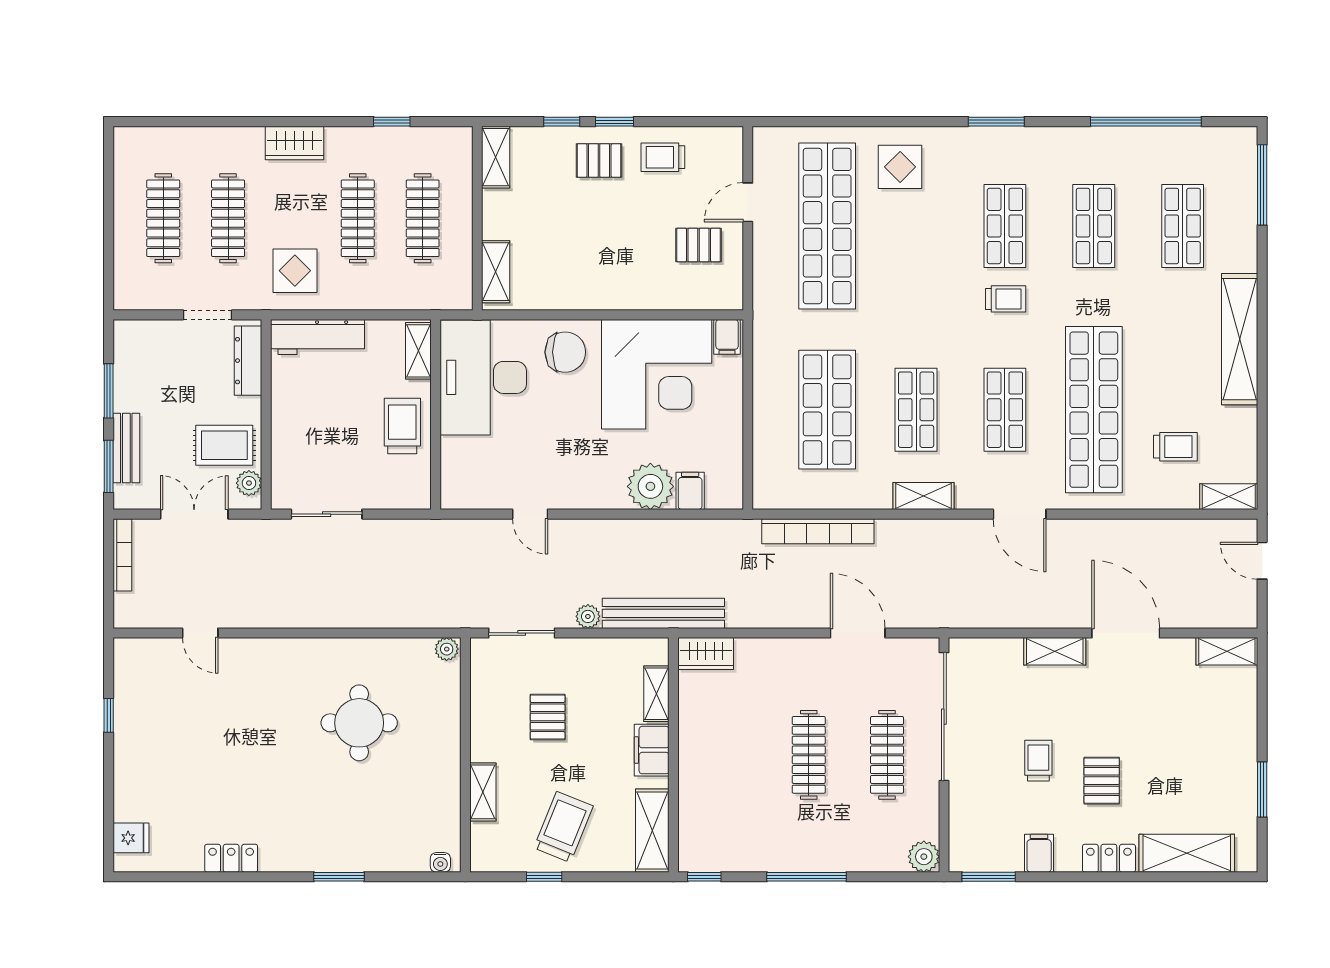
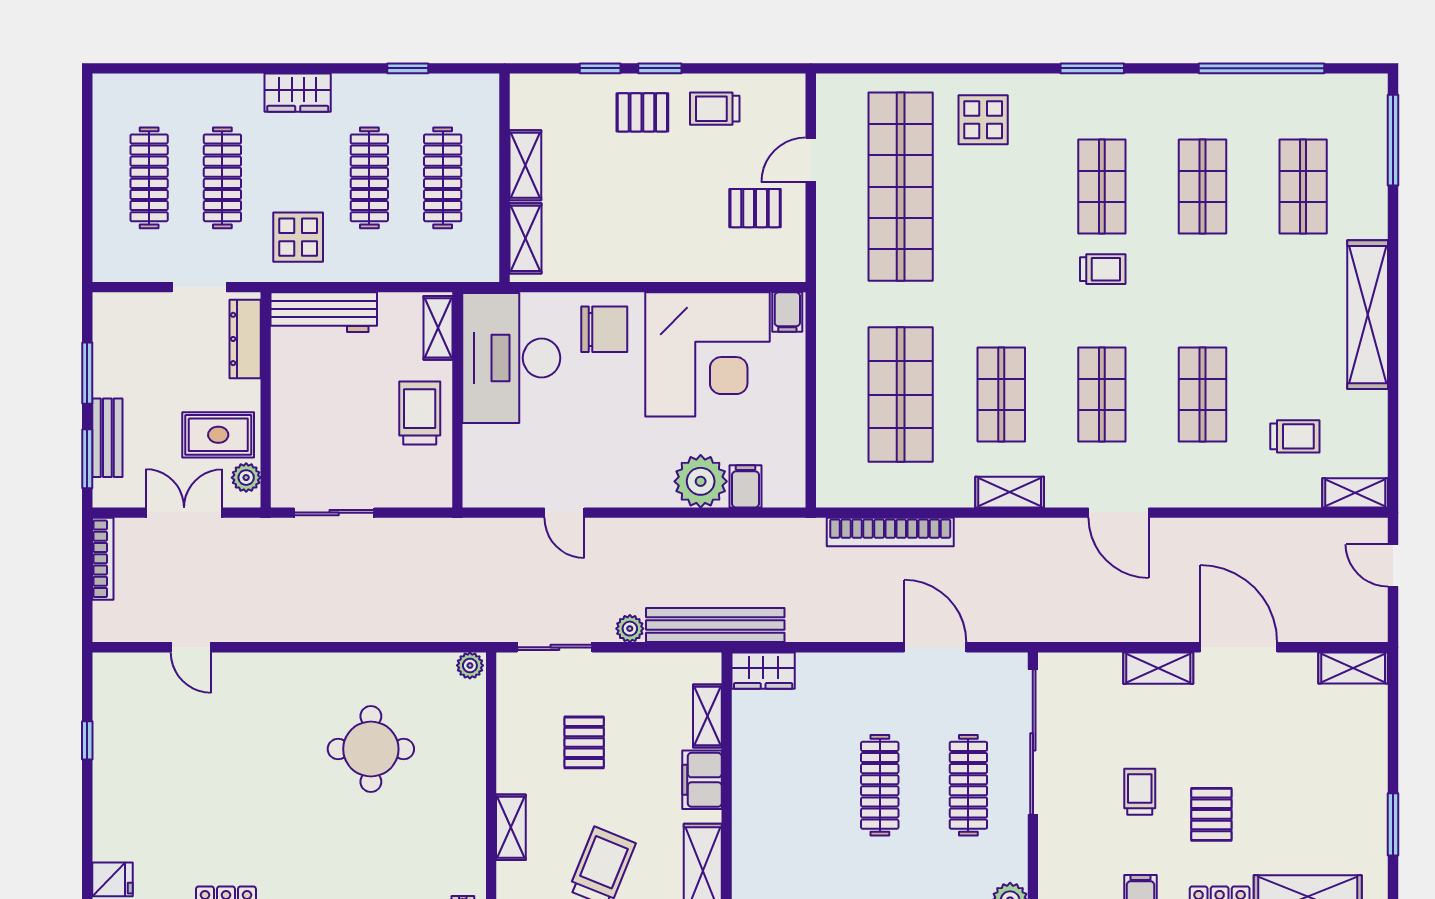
shelving: (496, 157) -> (525, 165), moved
shop shelf: (1094, 410) -> (1202, 395), width x0.50, depth x0.74

